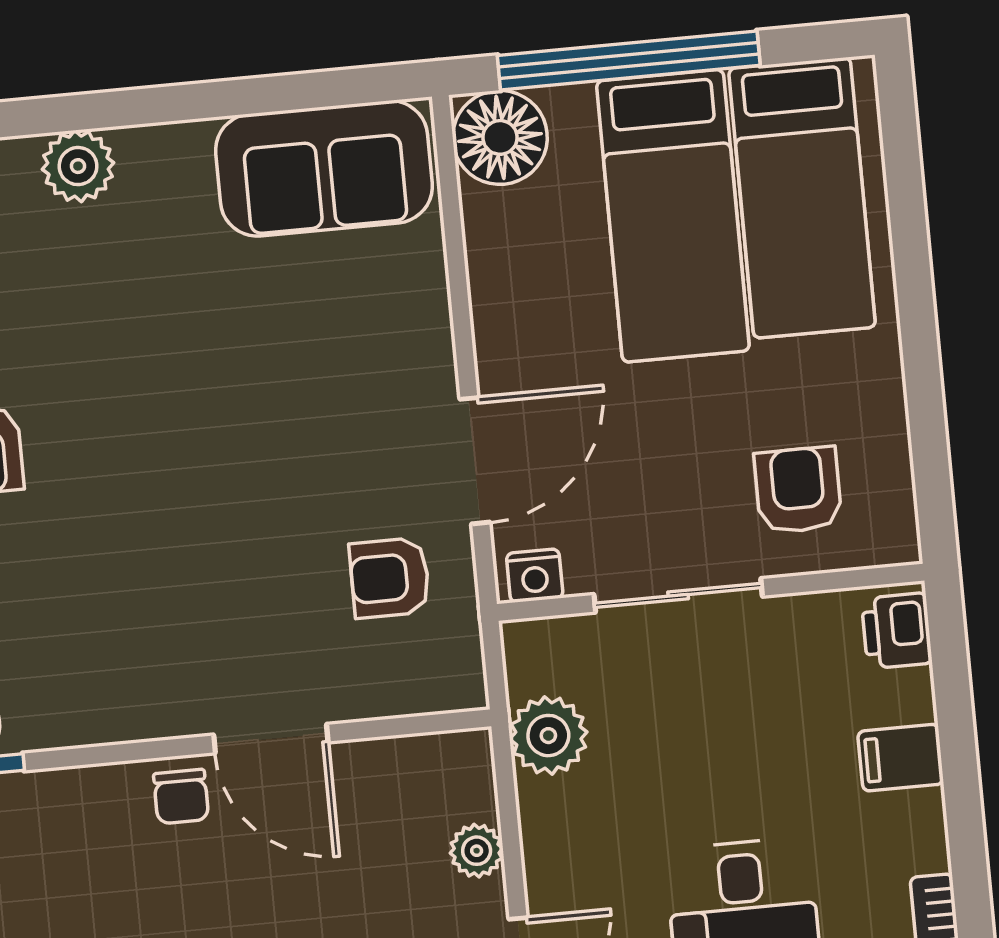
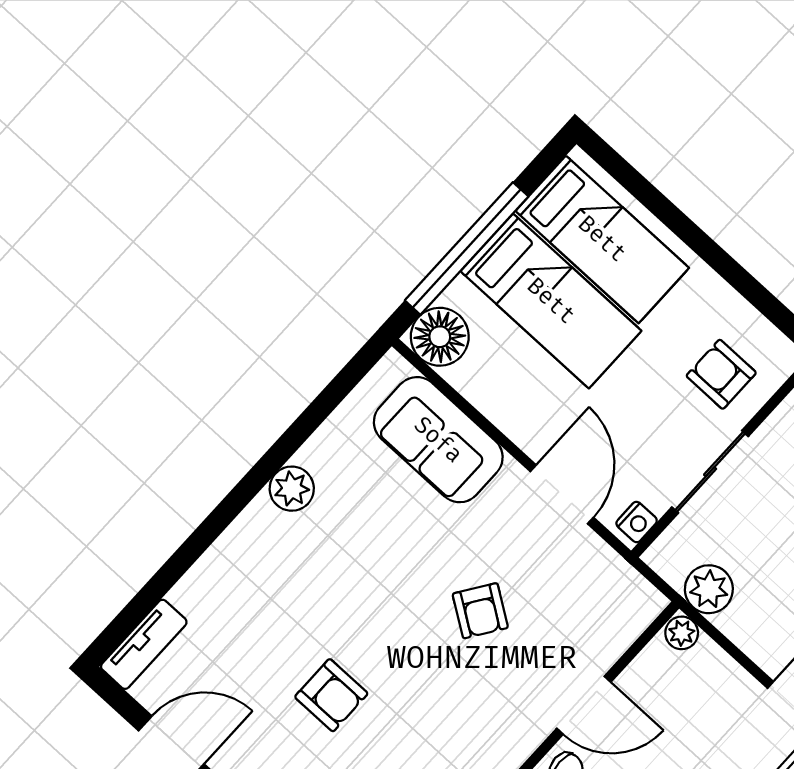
plant: (78, 166) -> (292, 489), moved
sofa: (324, 168) -> (438, 440), moved, turned 90
armchair: (390, 578) -> (480, 611), moved, turned -56
plant: (477, 851) -> (682, 633), moved

